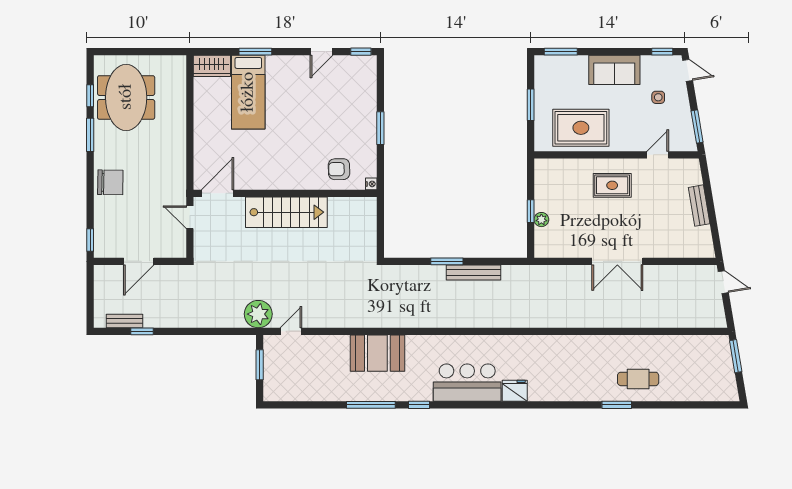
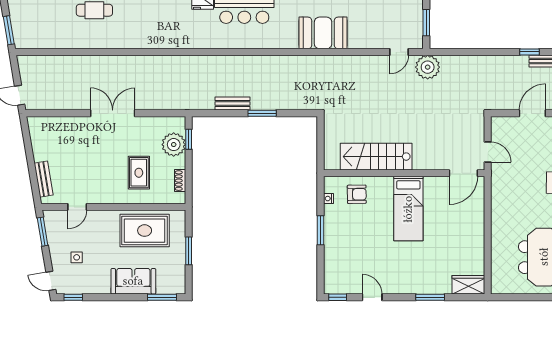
door: (322, 52) -> (372, 297), hinge flipped
sofa: (614, 70) -> (133, 281), moved
bed: (248, 92) -> (408, 209), moved, turned 180
nightstand: (371, 184) -> (328, 199), moved
shoe rack: (540, 185) -> (180, 181), added
rug: (612, 185) -> (139, 173), moved, turned 90
bench: (699, 206) -> (44, 179), moved
window: (531, 211) -> (189, 139), moved
stairs: (286, 212) -> (376, 157), moved
plant: (541, 220) -> (174, 145), width x1.88, depth x1.88
bench: (473, 273) -> (232, 104), width x0.73

